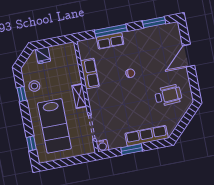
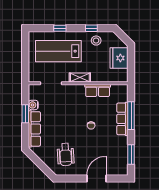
row of seats: (110, 41) -> (122, 119), width x1.48
fridge: (43, 55) -> (119, 58), width x1.88, depth x1.34
door: (188, 56) -> (96, 178), hinge flipped
window: (31, 143) -> (60, 28), moved
water cooler: (102, 146) -> (33, 105), moved

